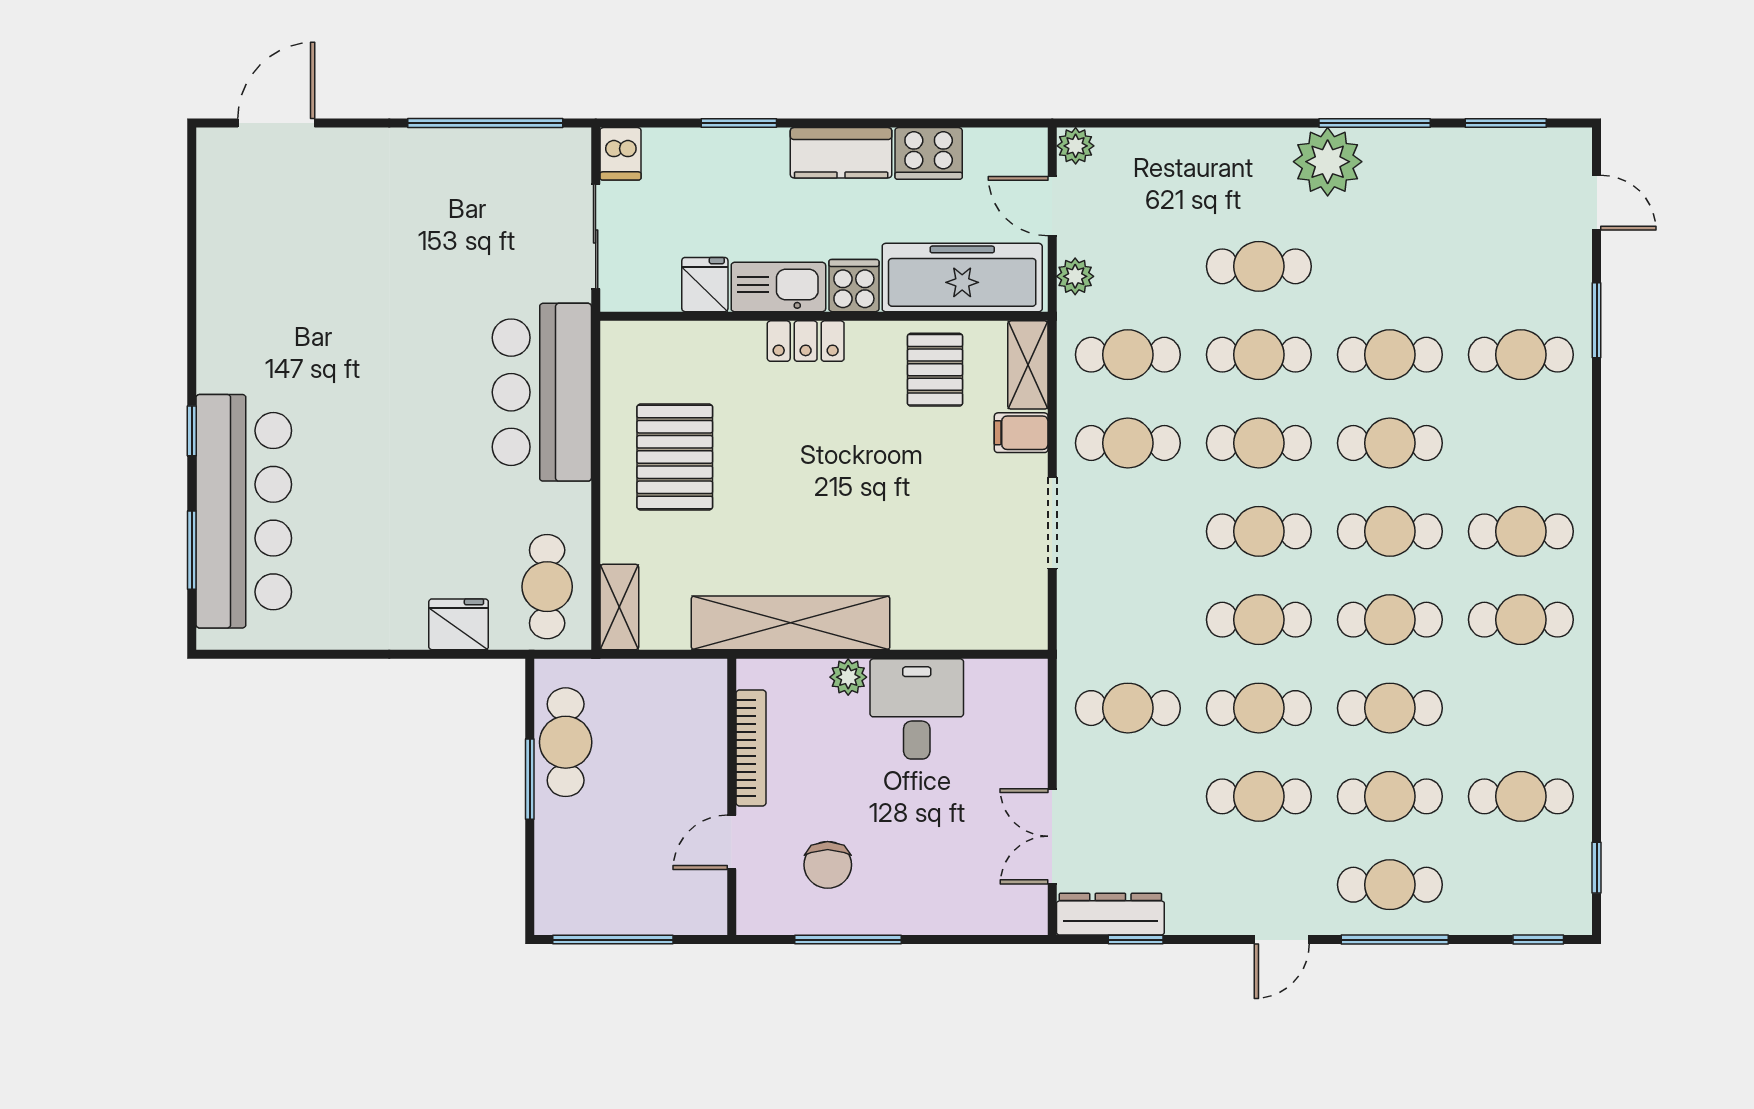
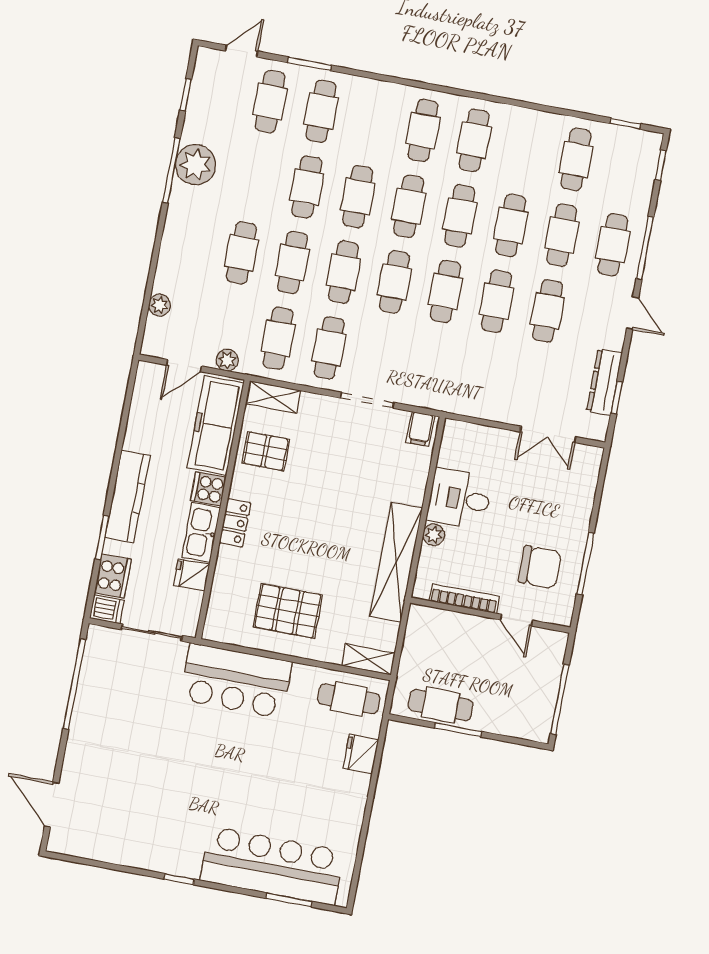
window: (1506, 123) -> (186, 95), width x0.67
plant: (1076, 146) -> (160, 305), moved
kitchen counter: (841, 153) -> (128, 496), width x1.50
cooker: (929, 153) -> (113, 576), moved
plant: (1328, 162) -> (196, 165), moved
window: (192, 431) -> (179, 879), moved
filing cabinet: (1021, 433) -> (421, 429), moved
cafe table: (1128, 708) -> (270, 102), moved
chair: (828, 865) -> (540, 567), width x1.37, depth x1.37
dresser: (1110, 914) -> (604, 382), moved

